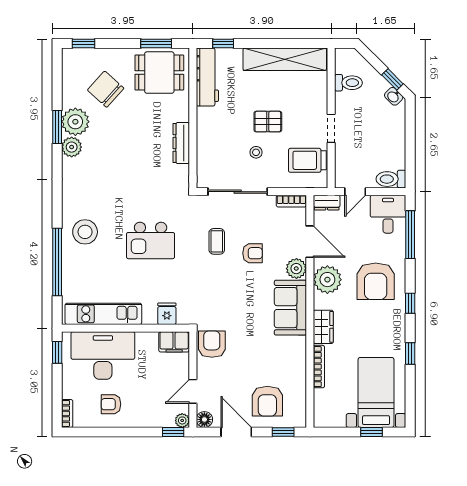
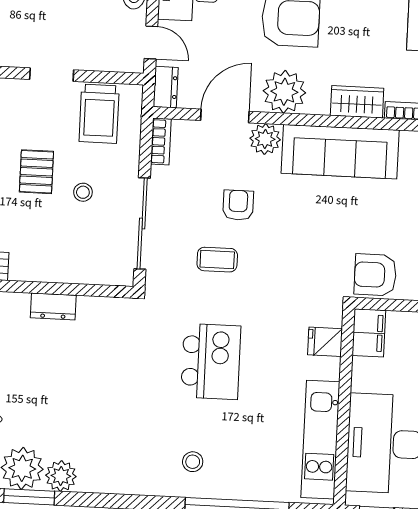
dresser: (181, 143) -> (53, 306), width x0.70
stool: (85, 232) -> (193, 462), width x0.53, depth x0.53
sofa: (290, 308) -> (340, 152), width x1.36

